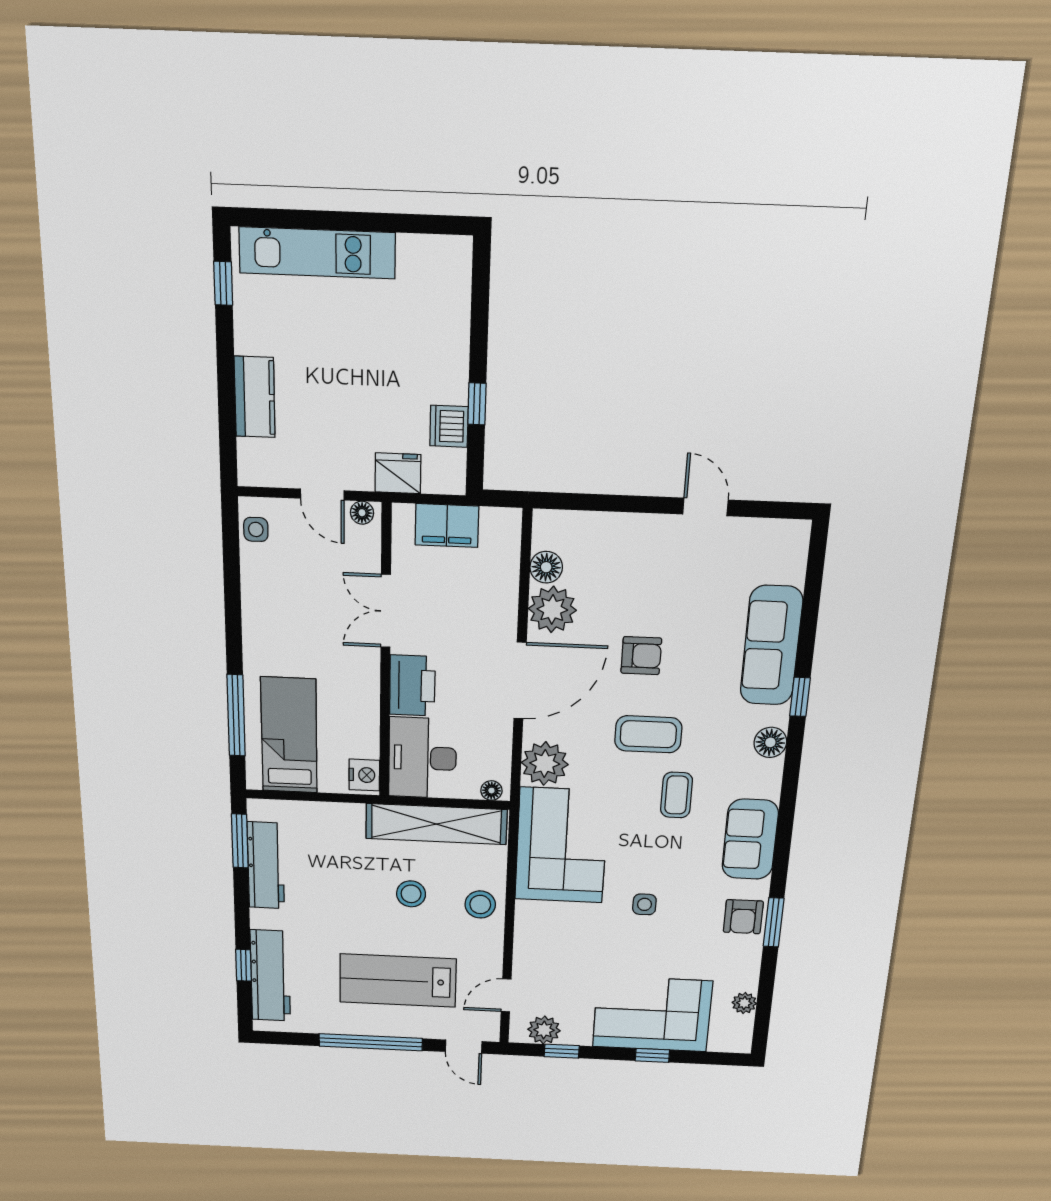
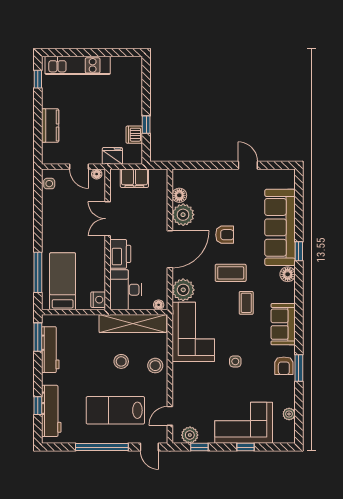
sofa: (771, 646) -> (280, 227), width x1.36, depth x1.27

